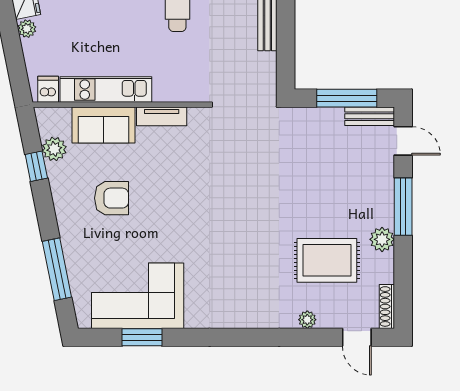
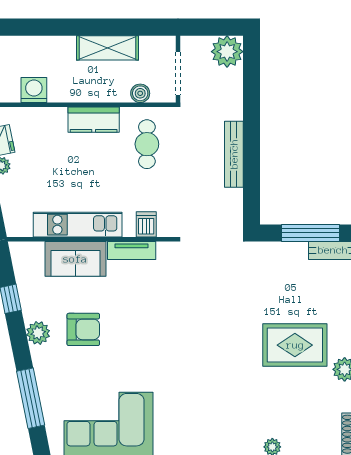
dishwasher: (48, 89) -> (146, 224), moved
plant: (54, 149) -> (38, 333), moved
rug: (327, 260) -> (295, 345), moved

